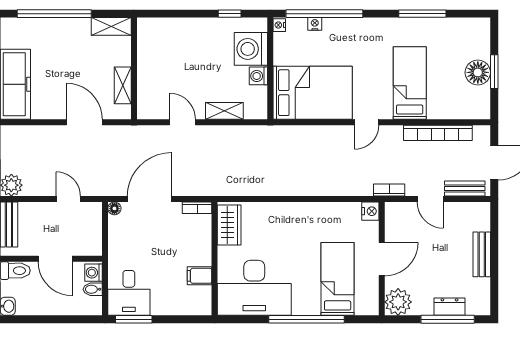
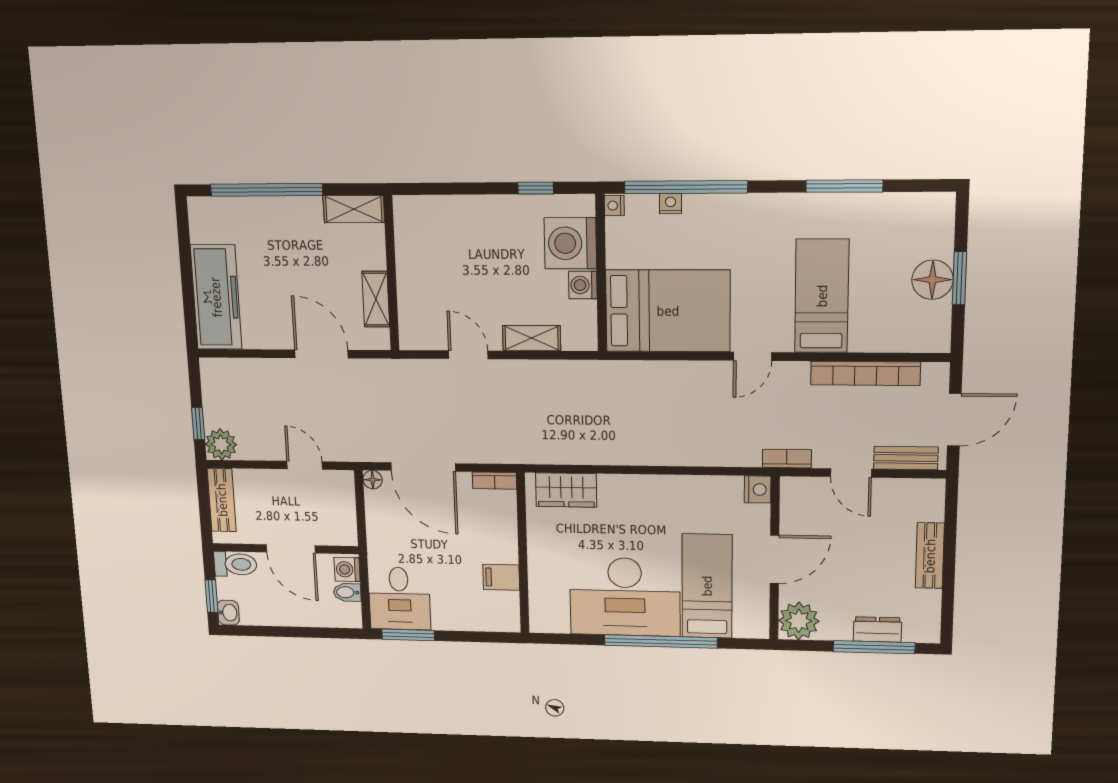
door: (149, 199) -> (423, 467), swing flipped
wardrobe: (229, 225) -> (566, 490), moved, turned 90
desk: (254, 288) -> (625, 597), moved

